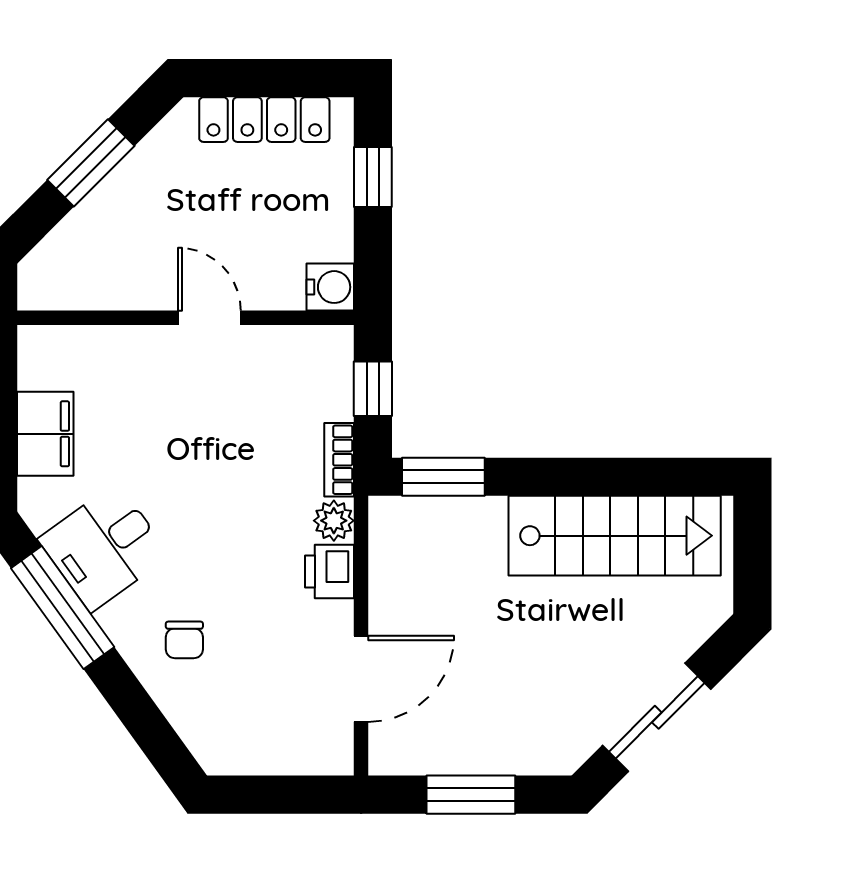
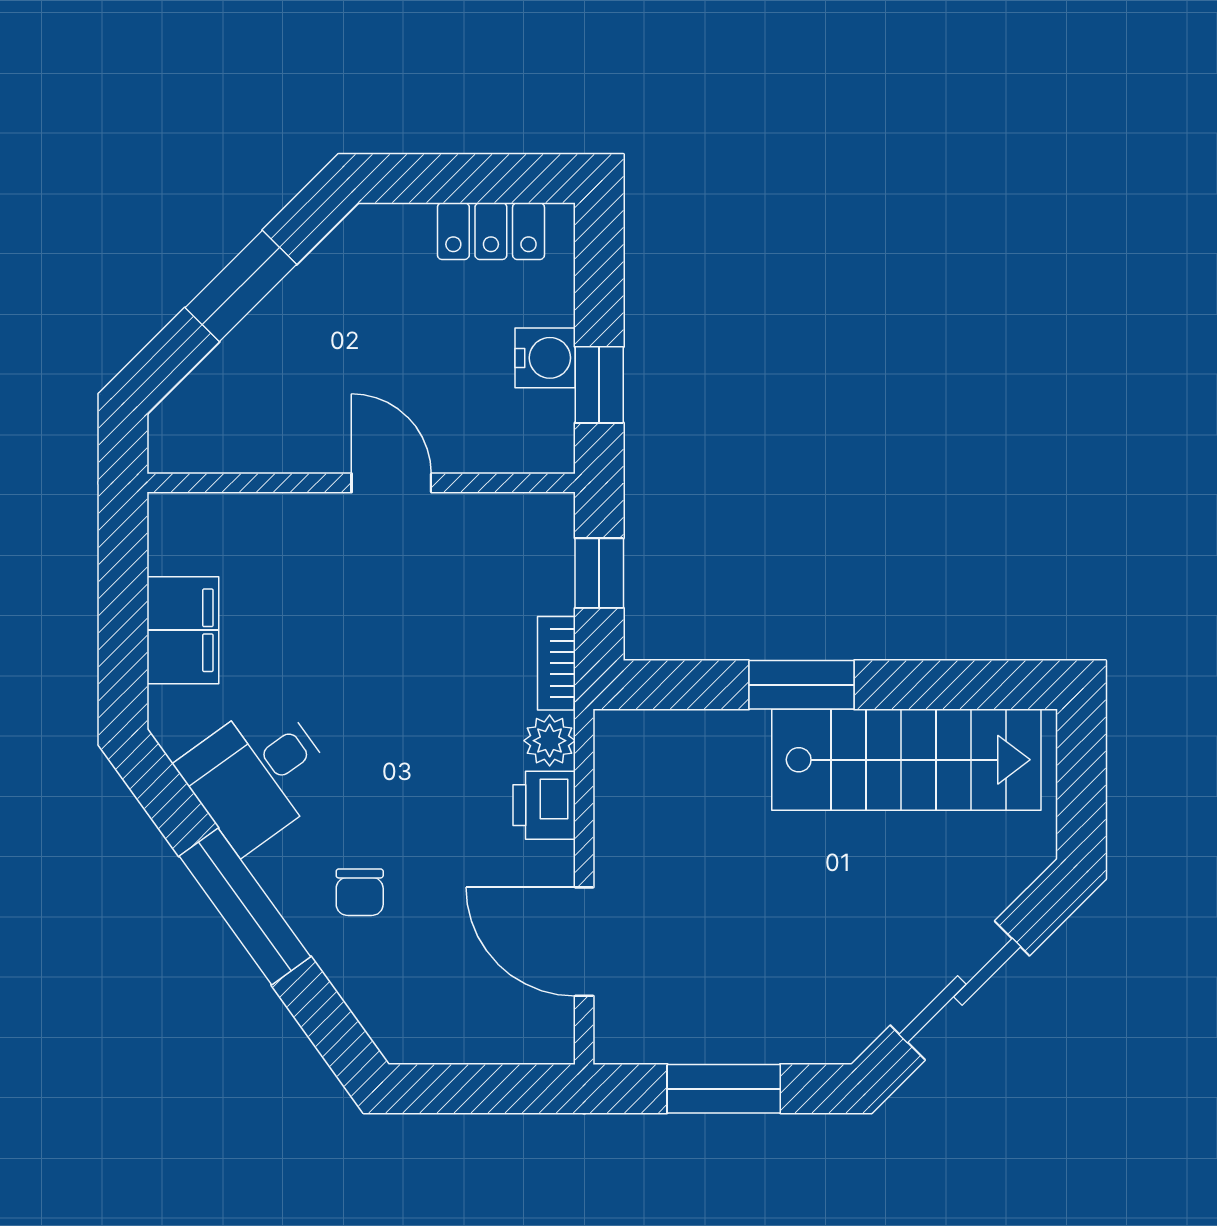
locker: (264, 120) -> (491, 231), width x0.66
window: (373, 177) -> (599, 385), moved
water cooler: (330, 287) -> (545, 358), moved
window: (443, 477) -> (802, 685), moved
window: (63, 608) -> (245, 906), moved
door: (361, 679) -> (584, 942), swing flipped

